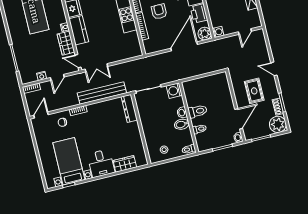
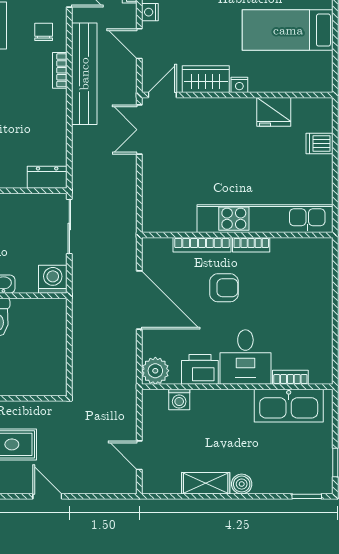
kitchen counter: (79, 30) -> (226, 112), removed
washing machine: (218, 32) -> (179, 399), moved
door: (184, 46) -> (139, 300), moved
door: (274, 69) -> (47, 496), hinge flipped
bench: (102, 93) -> (84, 74), moved
dresser: (129, 108) -> (47, 177), width x0.70

